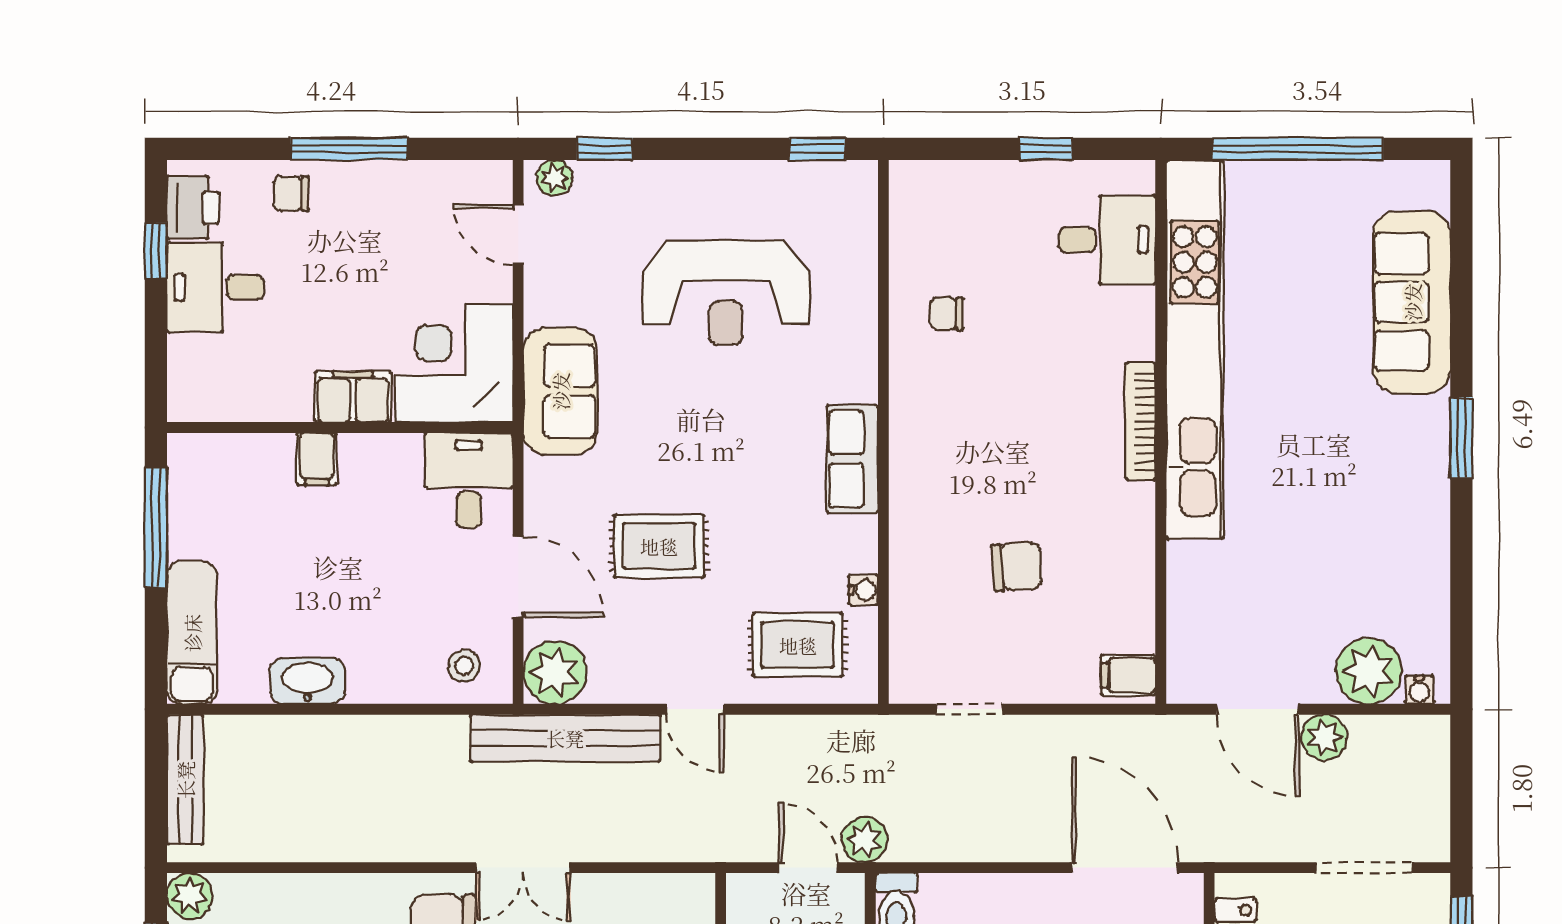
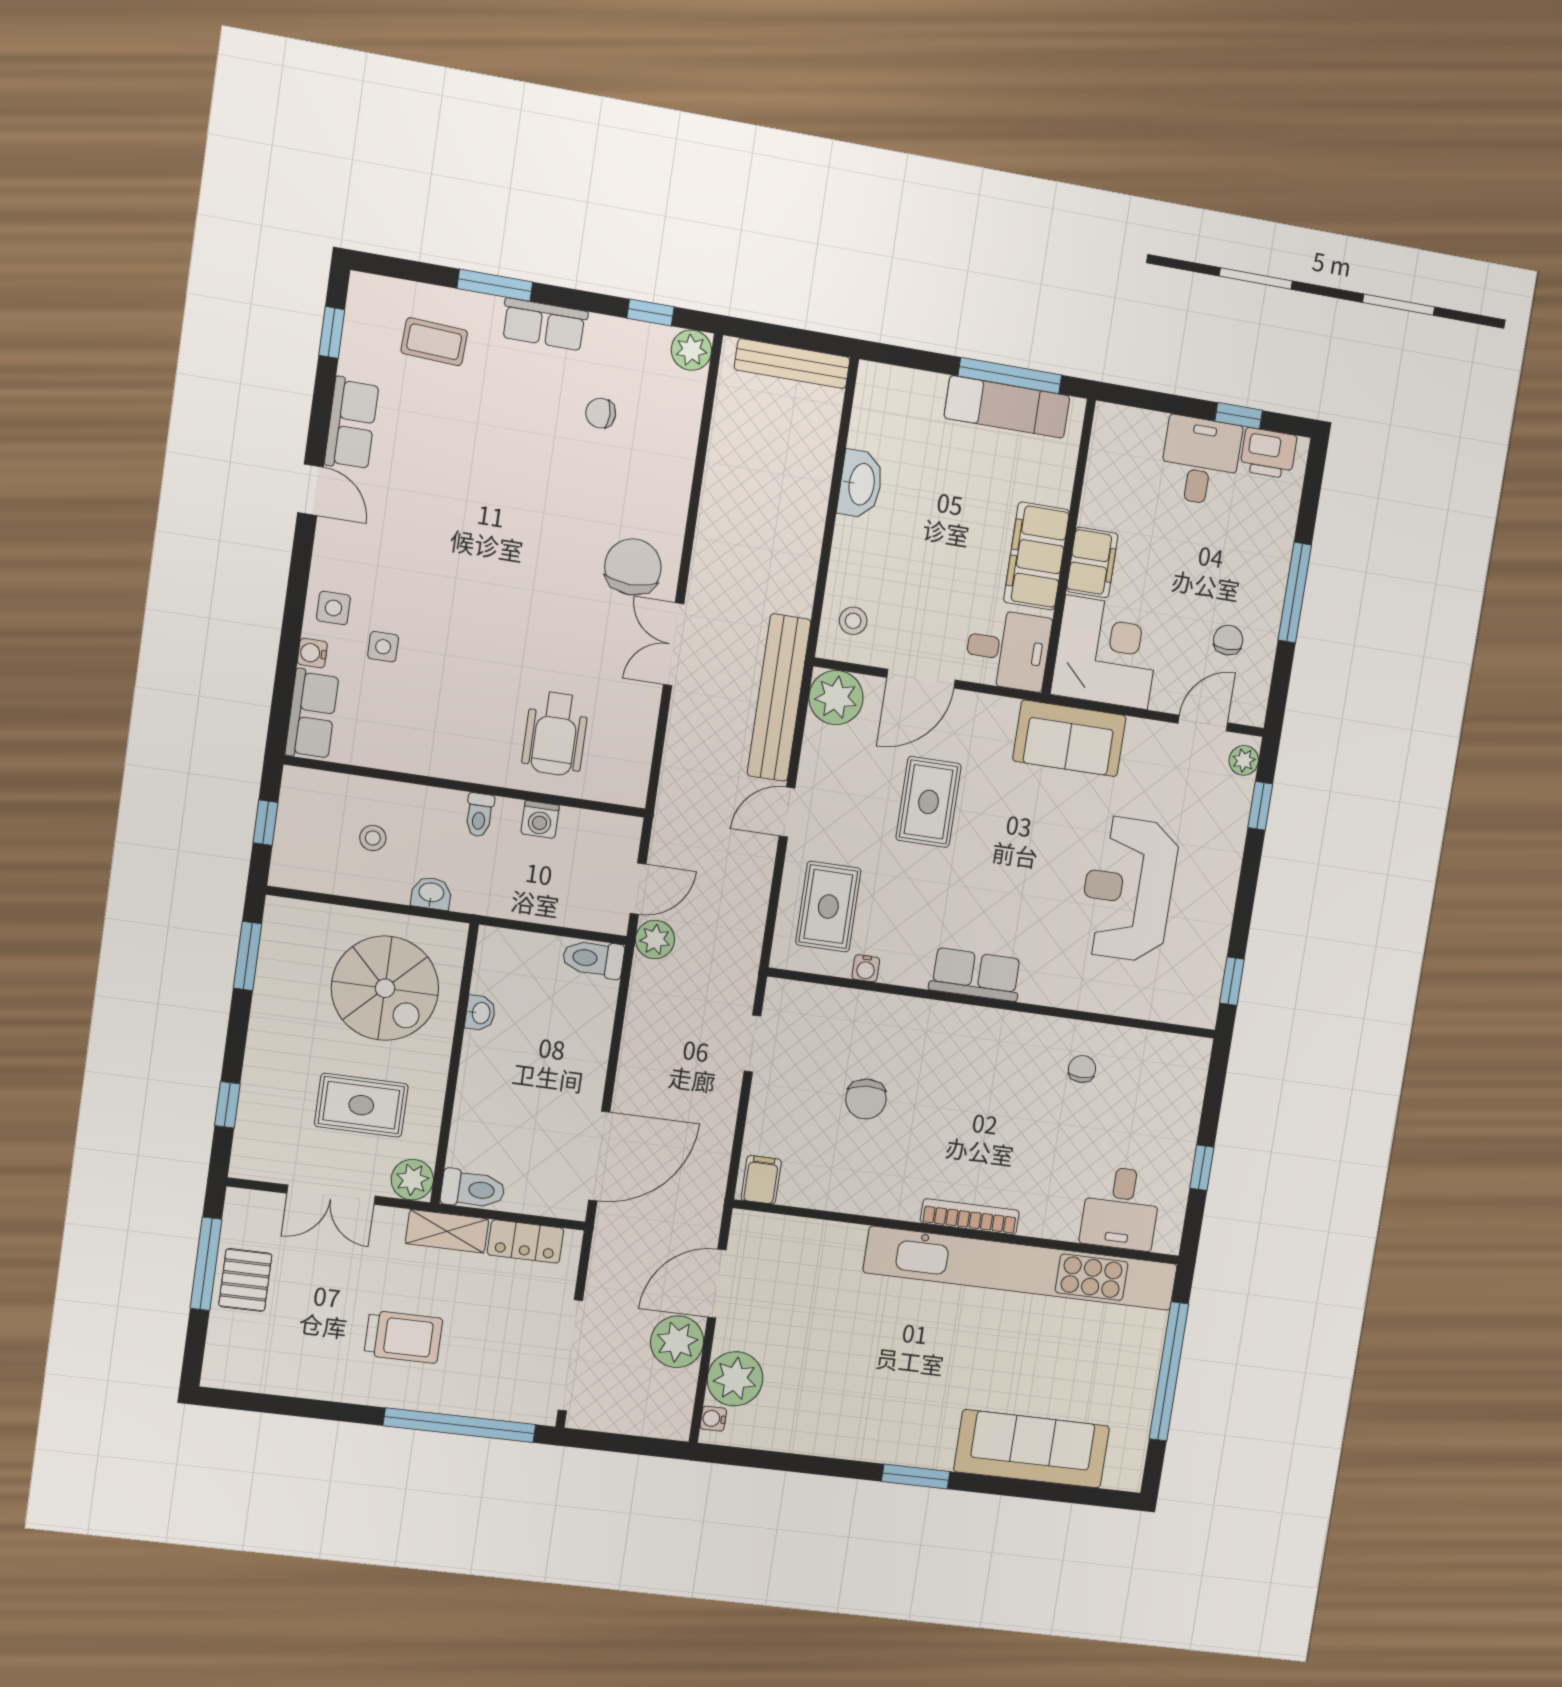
chair: (291, 194) -> (1228, 640), moved
filing cabinet: (317, 459) -> (1037, 556), width x3.00, depth x1.17
exam couch: (192, 633) -> (1007, 407), moved
plant: (1324, 737) -> (677, 1342), width x1.36, depth x1.36
doorway: (1364, 868) -> (570, 1355), width x1.36

